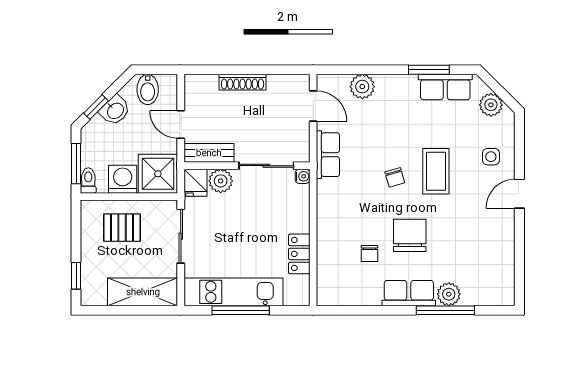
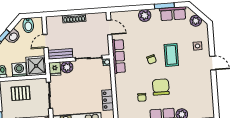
plant: (362, 87) -> (145, 15), moved
door: (181, 124) -> (46, 41), hinge flipped
row of seats: (328, 155) -> (119, 56), width x1.48
door: (519, 194) -> (213, 63), swing flipped

